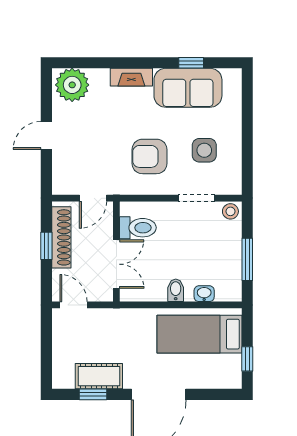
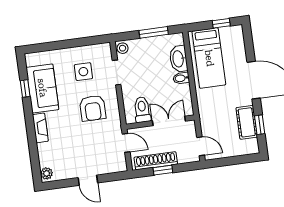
plant: (72, 85) -> (47, 173), width x0.53, depth x0.53
washbasin: (204, 294) -> (178, 59), width x1.91, depth x1.45
door: (74, 305) -> (201, 146), swing flipped

